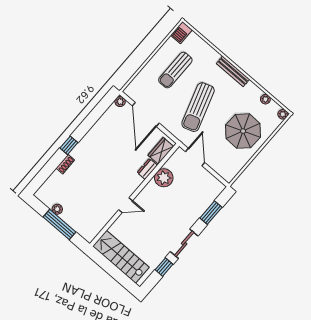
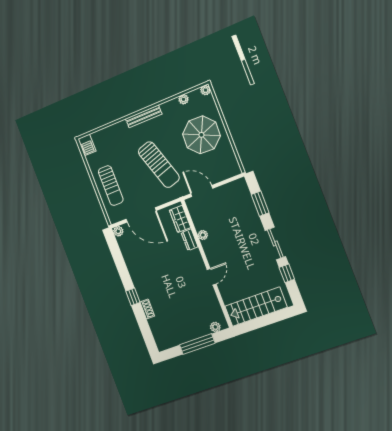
sun lounger: (175, 70) -> (111, 186), moved
plant: (164, 178) -> (203, 235), width x0.53, depth x0.53
plant: (57, 209) -> (215, 327), moved

